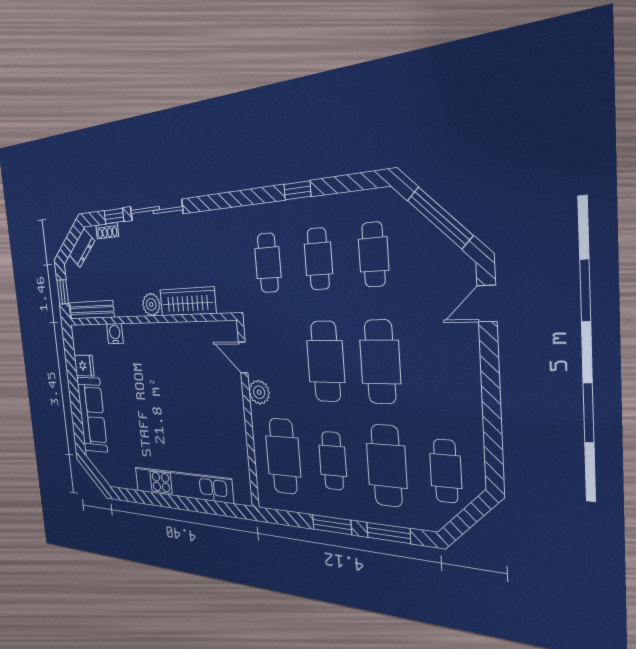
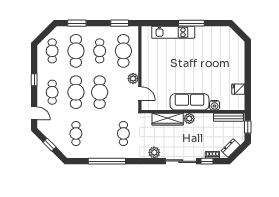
window: (297, 190) -> (107, 161), width x3.17
window: (440, 218) -> (49, 145), width x0.46
plant: (204, 224) -> (154, 152), added
cafe table: (318, 259) -> (52, 92), moved
door: (487, 304) -> (34, 113), hinge flipped
window: (491, 397) -> (34, 80), added
sofa: (92, 415) -> (190, 102), moved, turned 90
kitchen unit: (183, 485) -> (173, 32), width x0.73
window: (167, 501) -> (191, 23), added
window: (332, 525) -> (120, 23), moved

